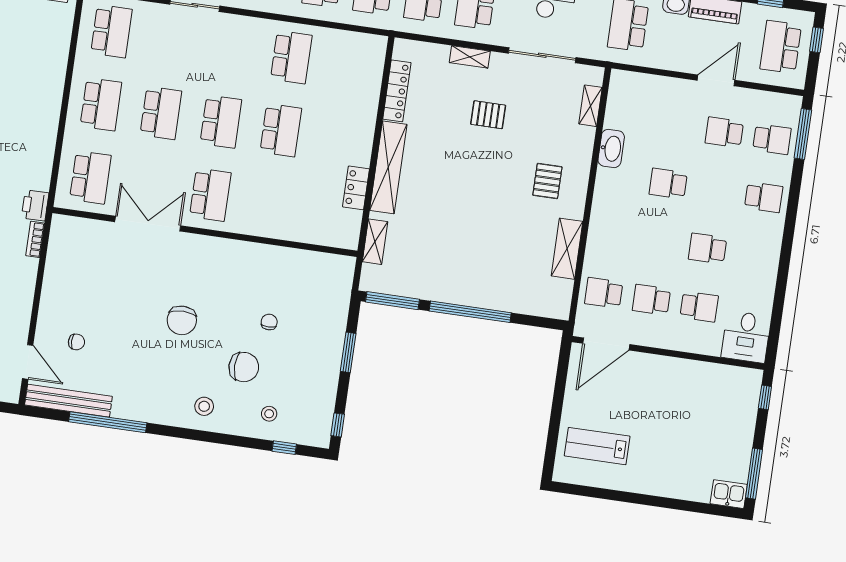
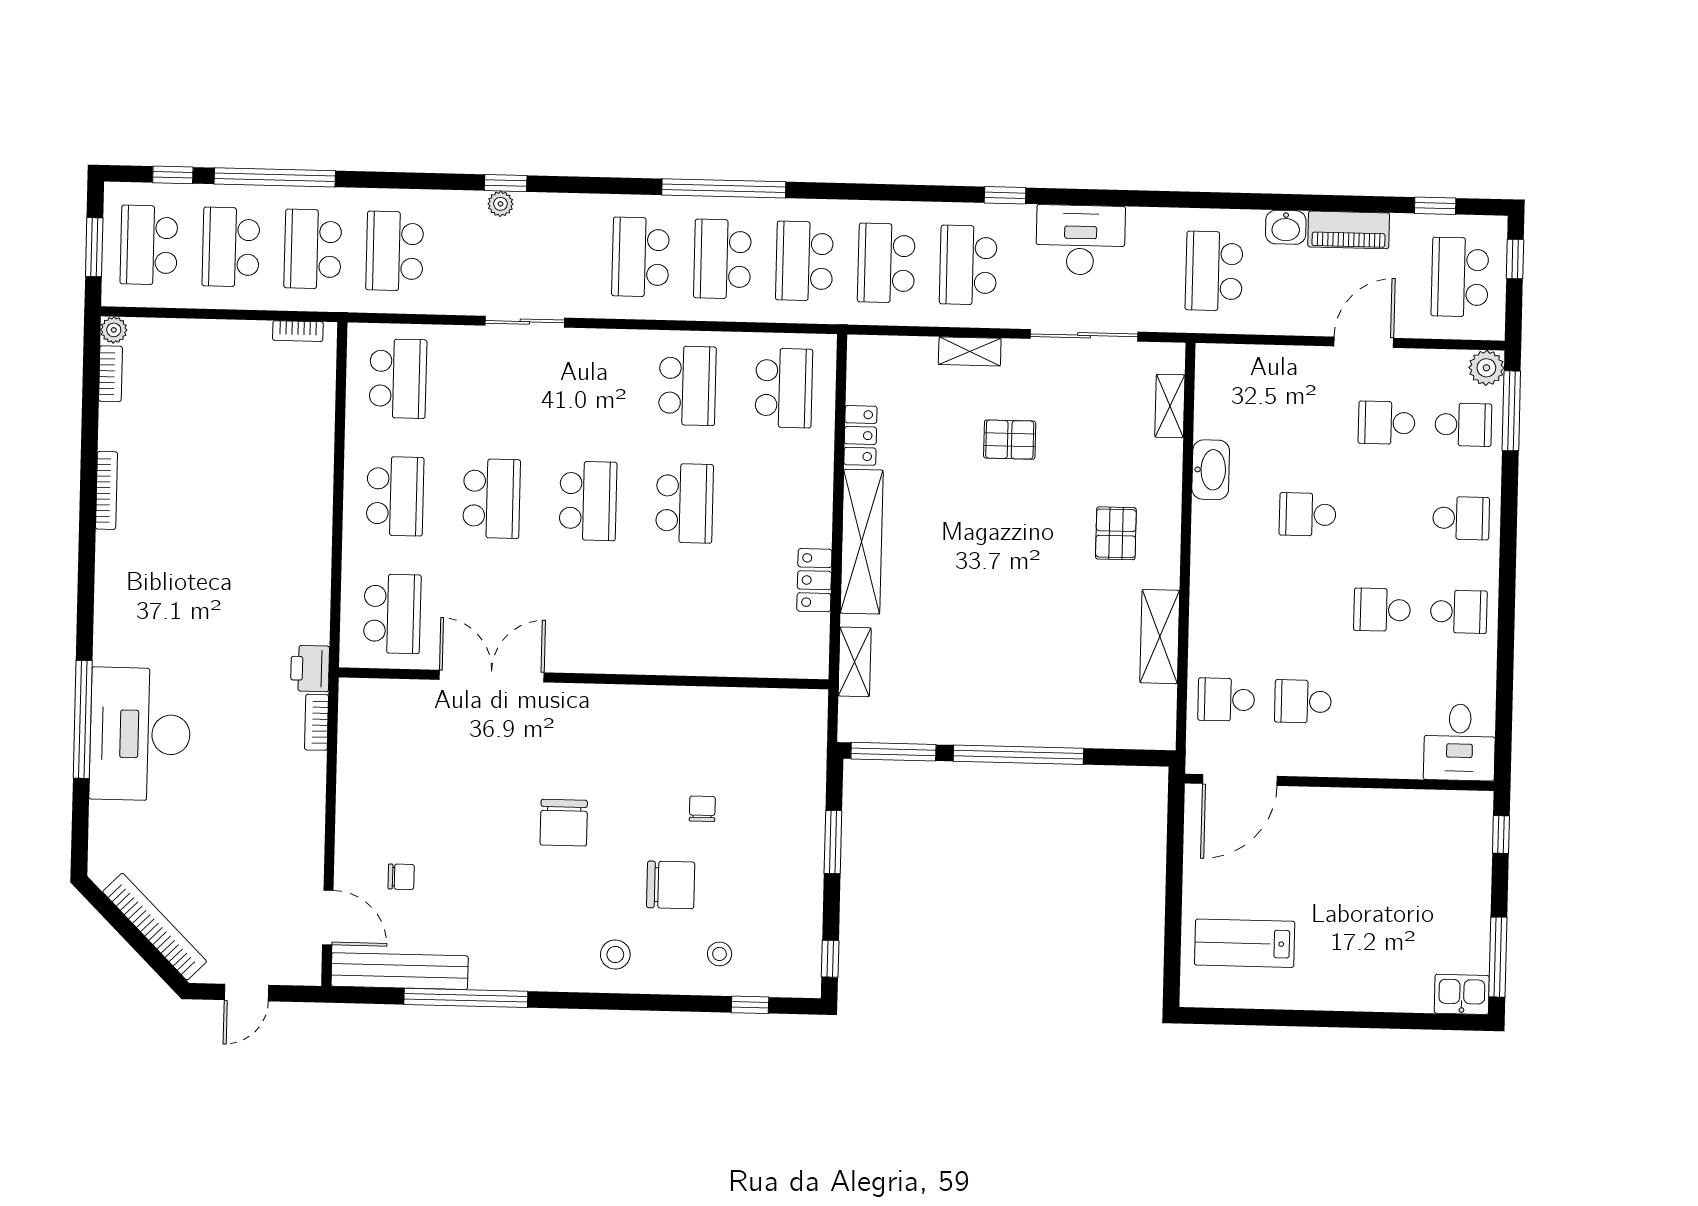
locker: (397, 91) -> (860, 435), width x0.66
plant: (791, 105) -> (1486, 368), added
school desk: (210, 195) -> (784, 388), moved
school desk: (699, 307) -> (1459, 612), moved

